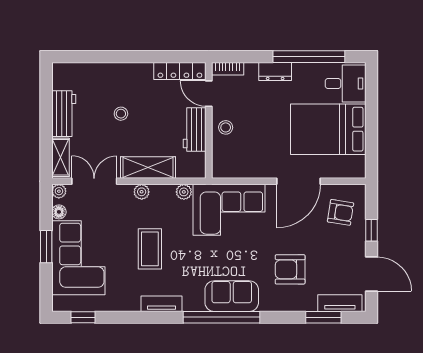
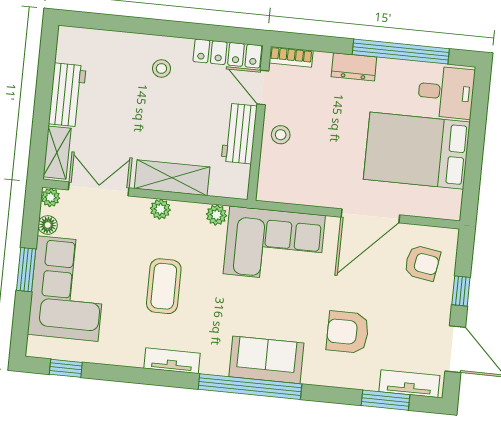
stool: (121, 114) -> (161, 68), moved

